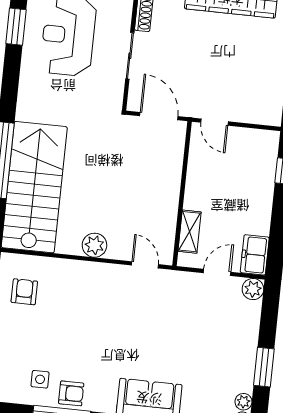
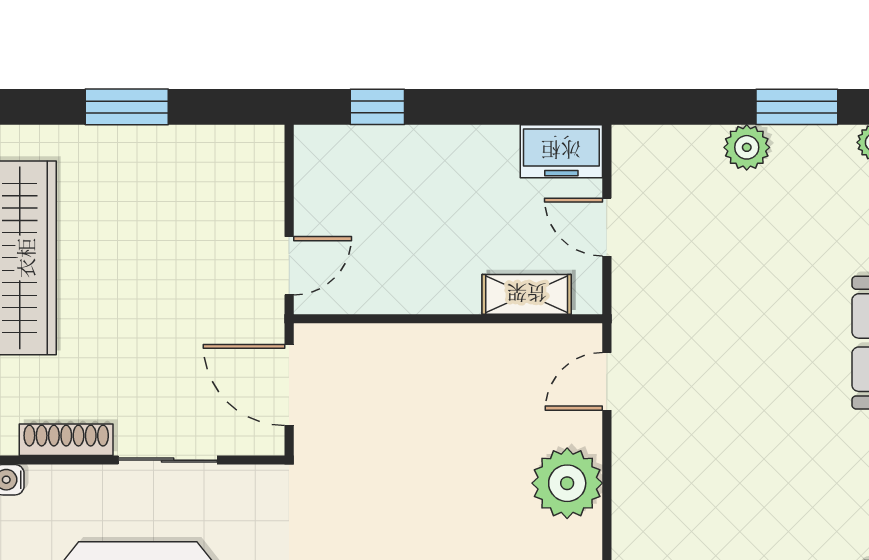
door: (159, 116) -> (289, 385), hinge flipped
plant: (94, 245) -> (567, 483), width x1.36, depth x1.36
plant: (253, 289) -> (747, 147), moved

